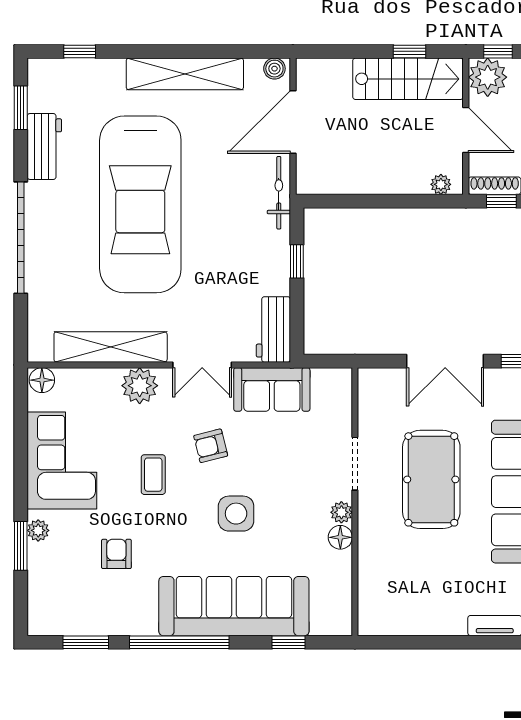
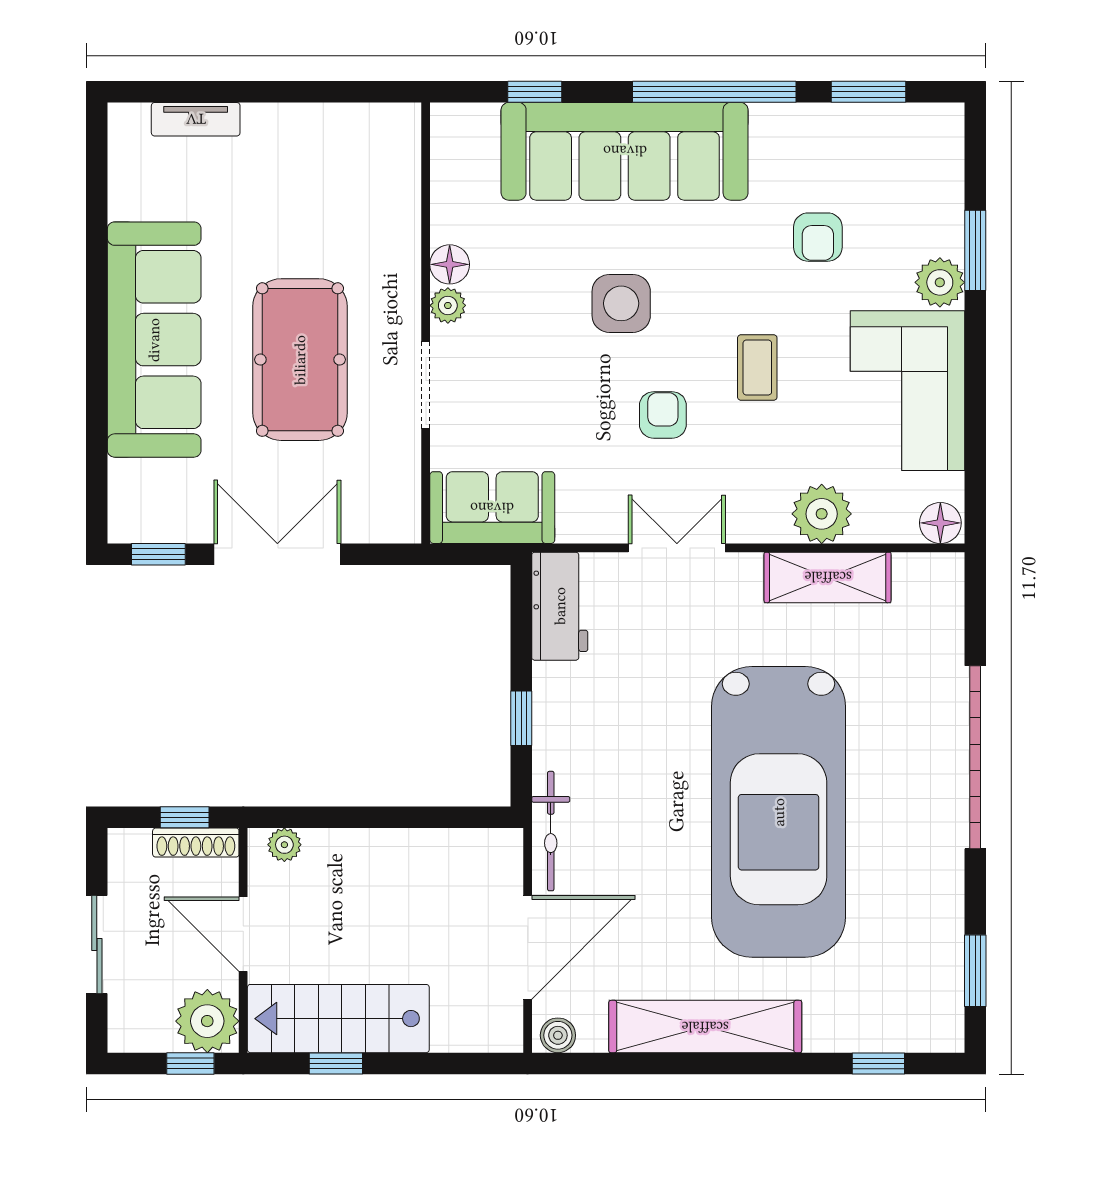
workbench: (44, 147) -> (936, 907), removed
car: (140, 204) -> (779, 812), turned 180
shelving: (111, 347) -> (828, 577), width x0.68
plant: (140, 386) -> (822, 514), moved
sofa: (272, 389) -> (492, 508), moved
armchair: (211, 446) -> (663, 415), turned -76
plant: (38, 530) -> (940, 282), width x1.38, depth x1.38

